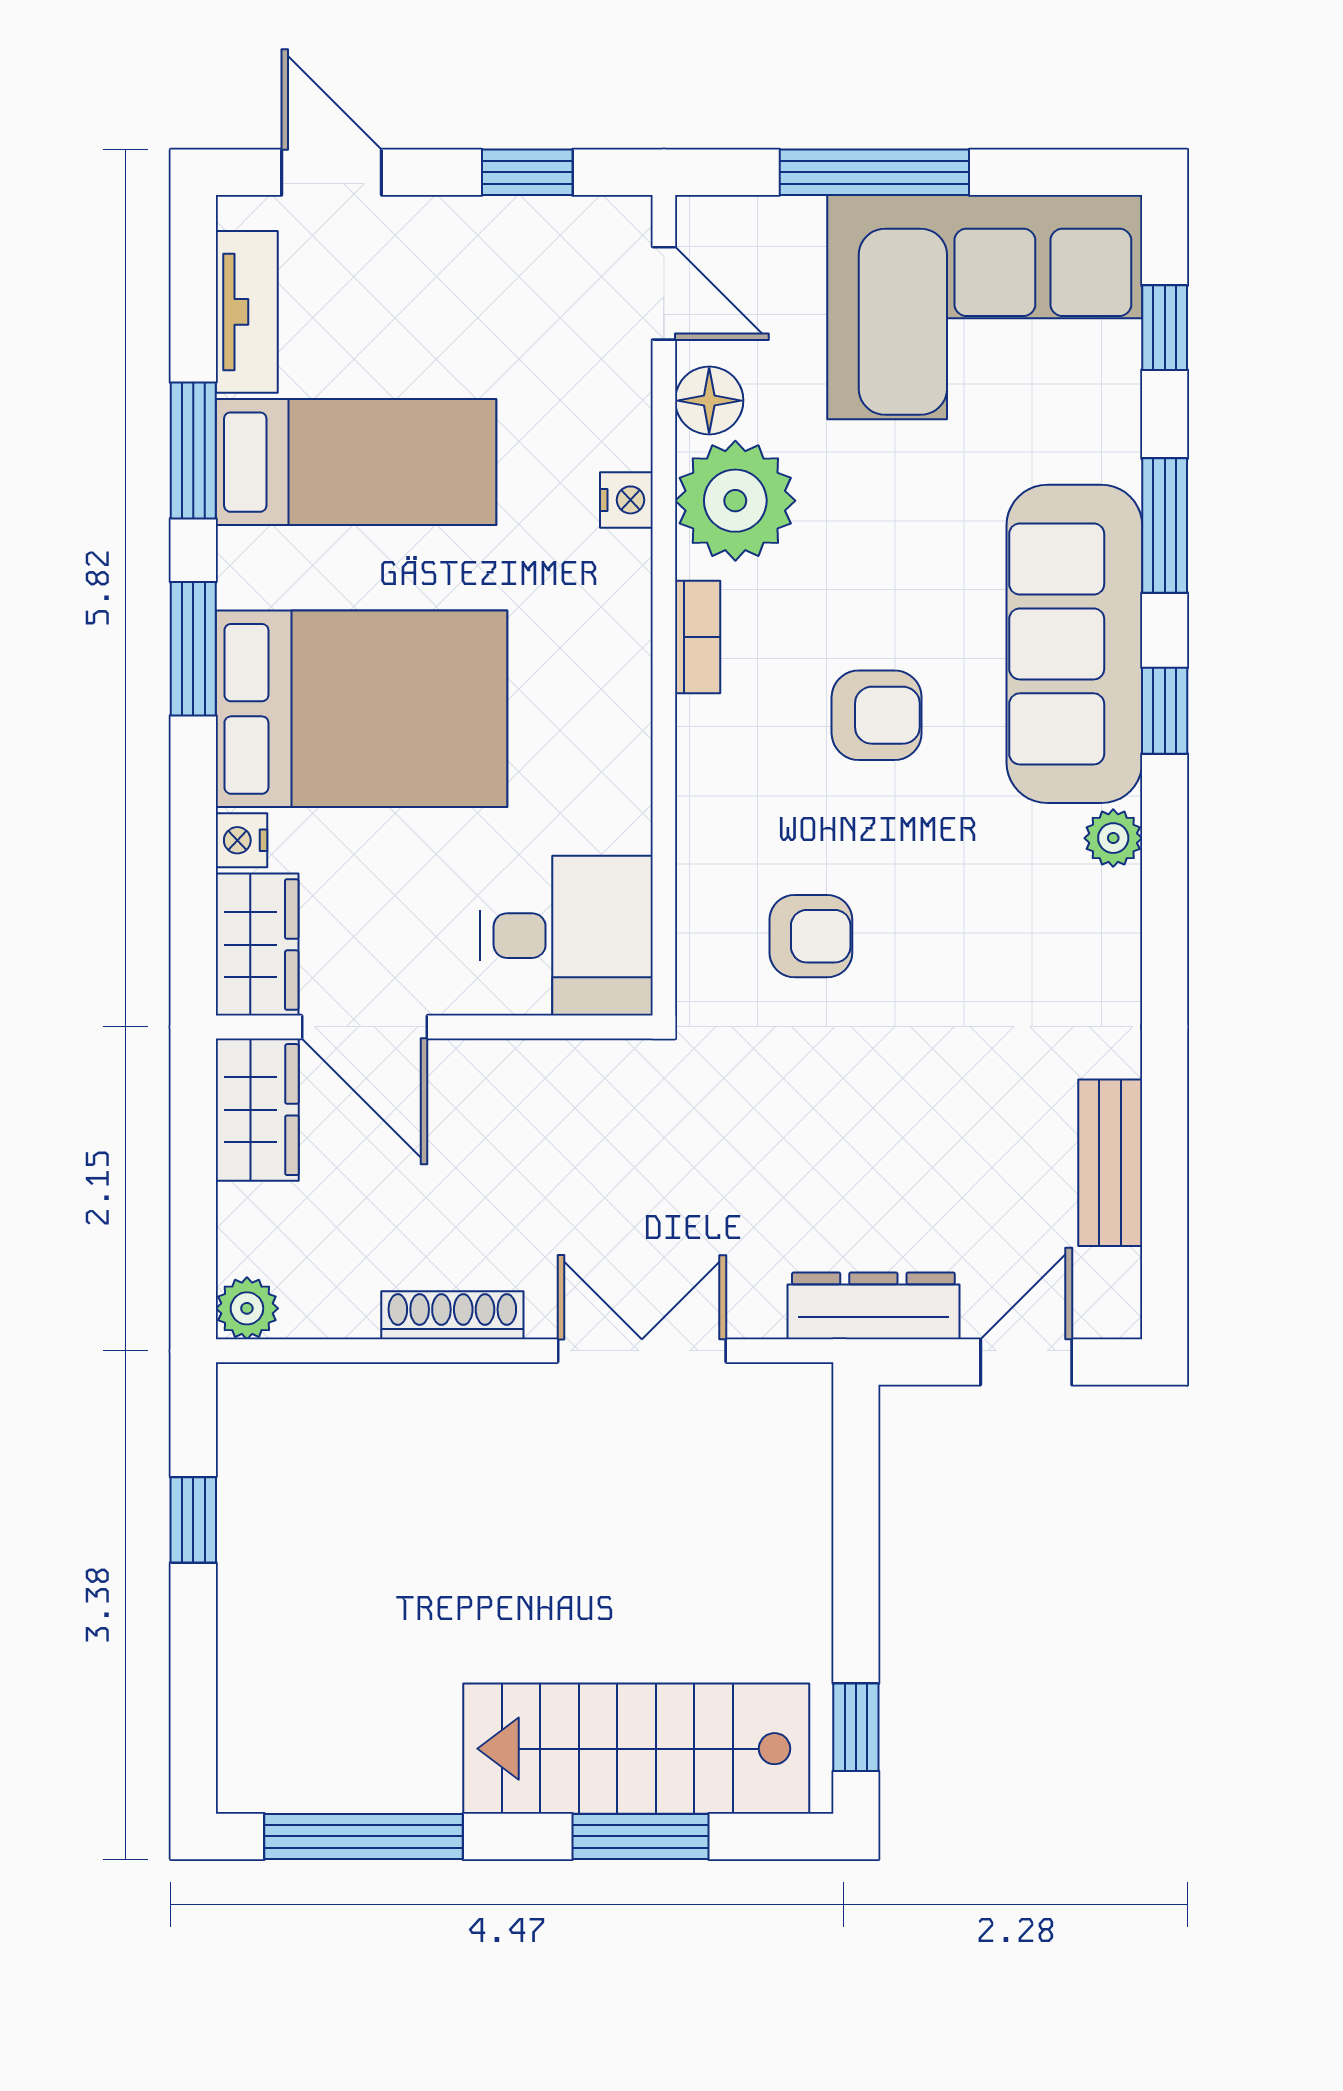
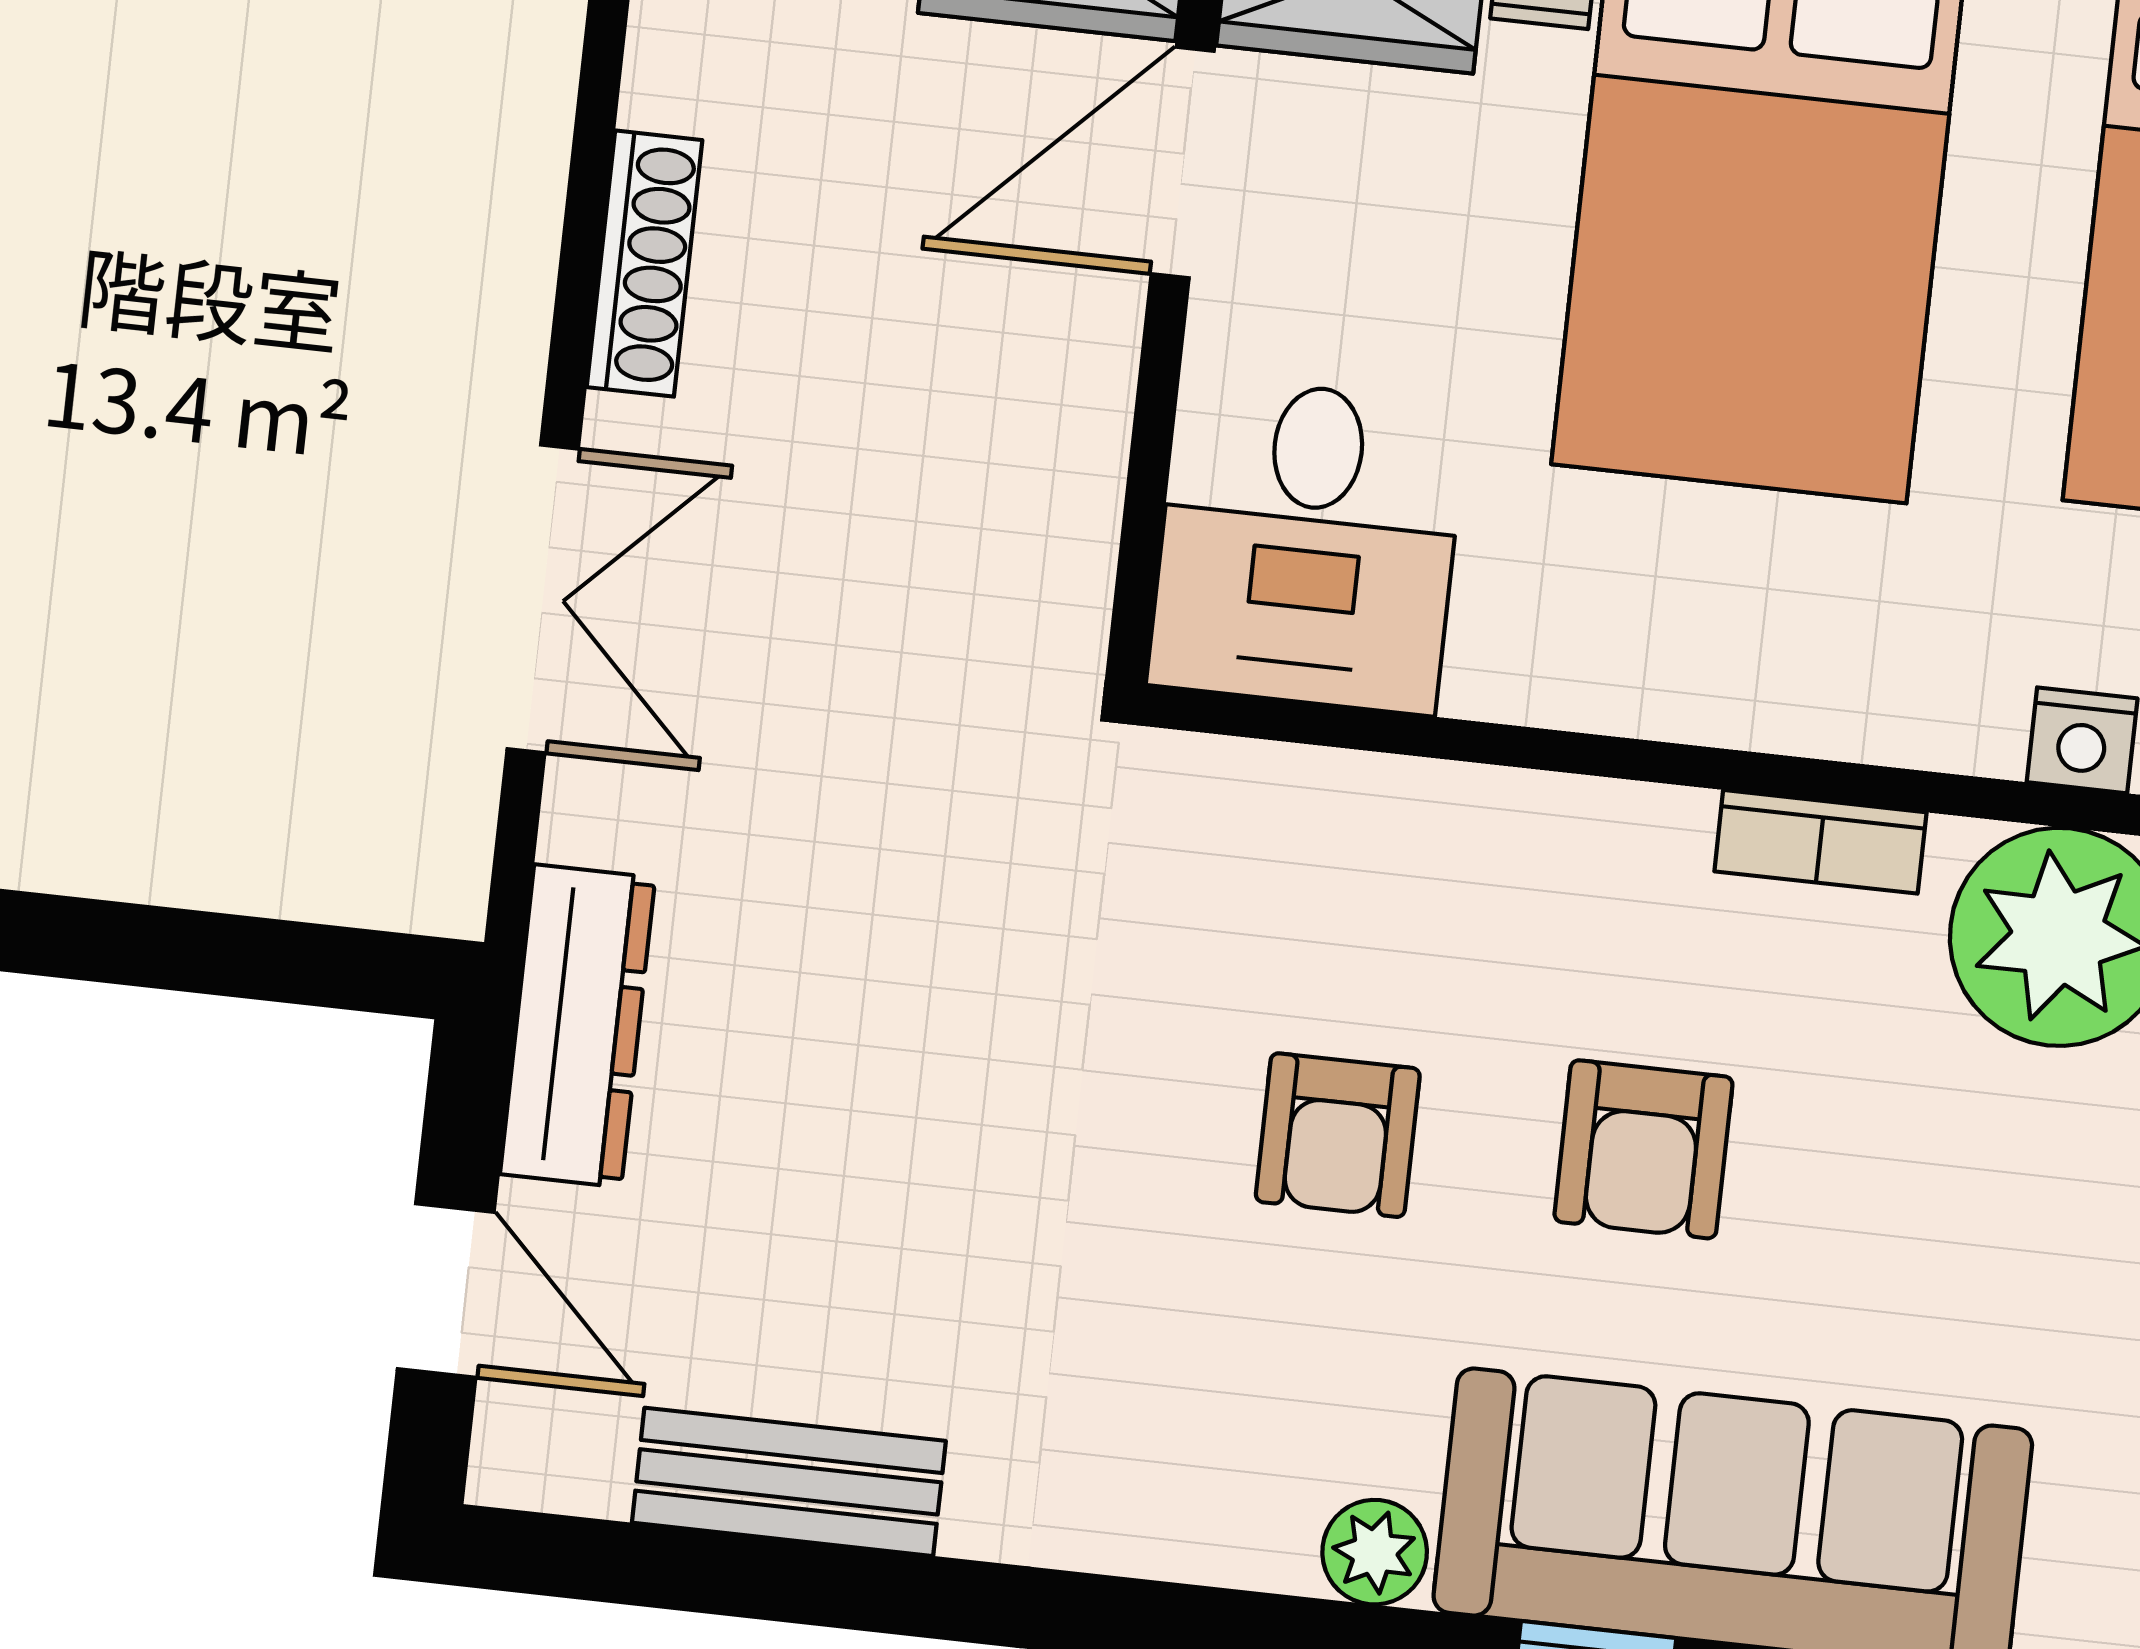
armchair: (811, 936) -> (1338, 1135), moved

